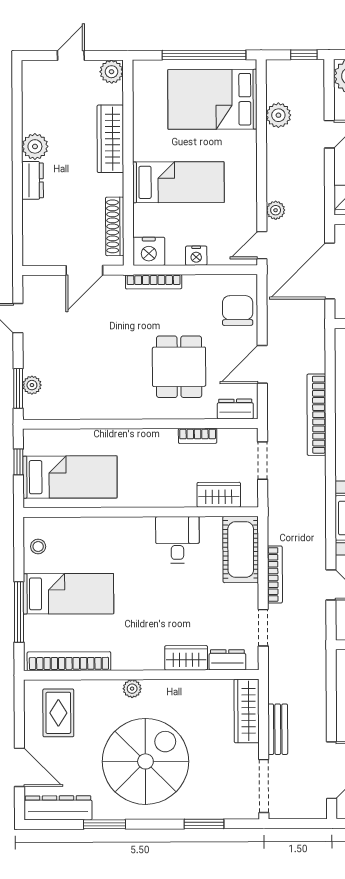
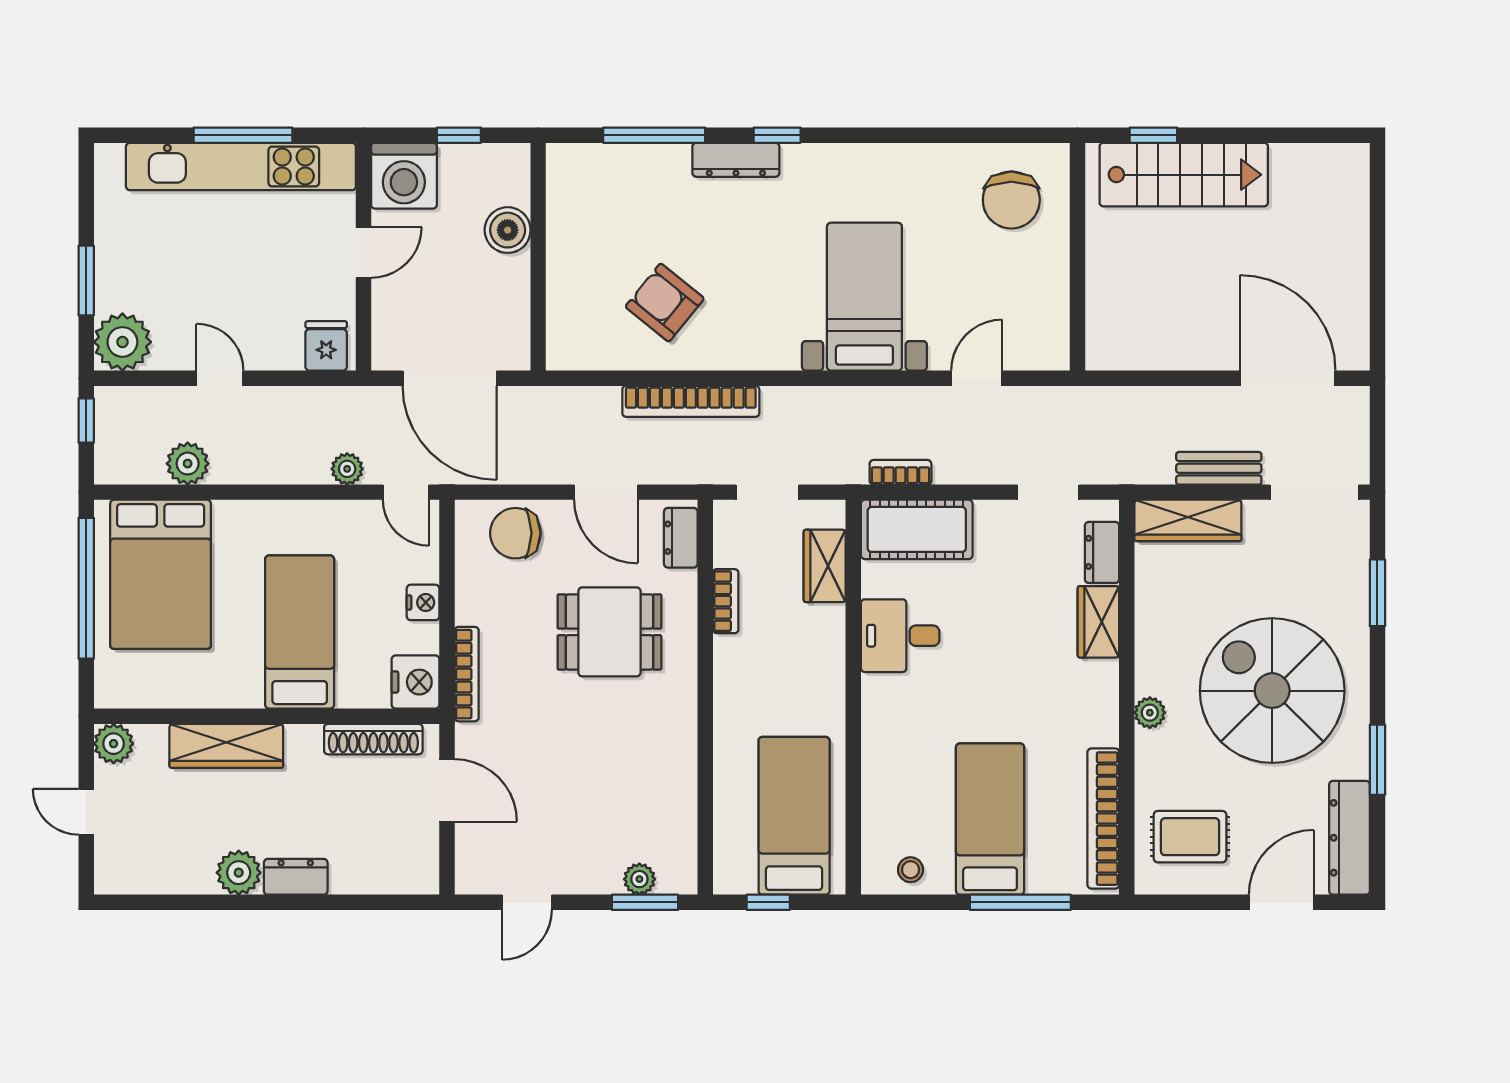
bookcase: (275, 574) -> (900, 472), moved, width x0.64

